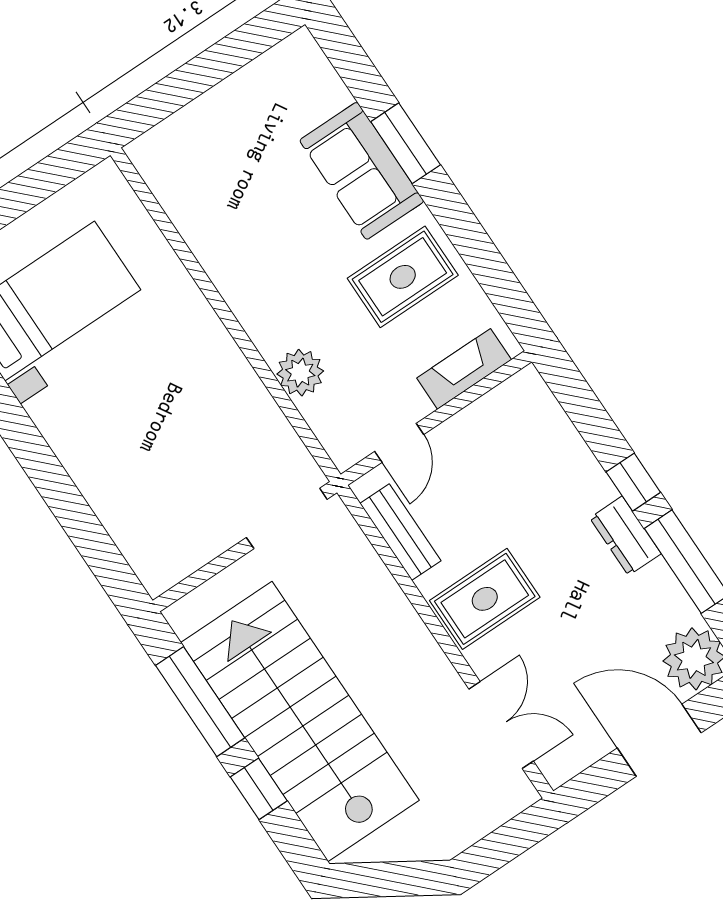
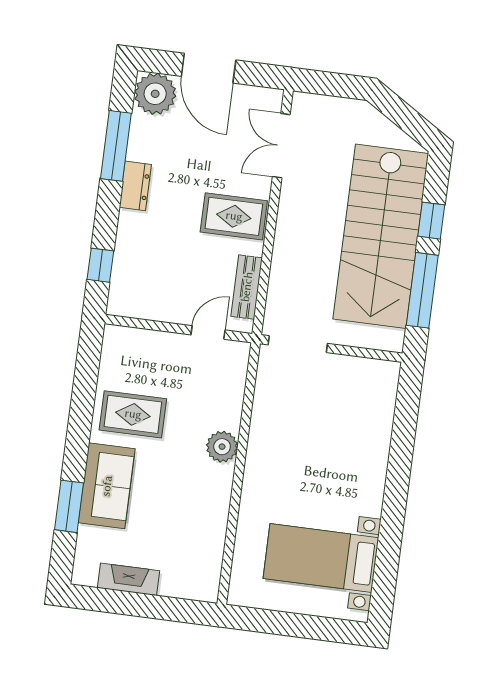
window: (406, 143) -> (69, 506), moved
fireplace: (464, 369) -> (129, 579), moved, turned 180
plant: (300, 373) -> (222, 447), moved
window: (633, 482) -> (100, 265), moved

